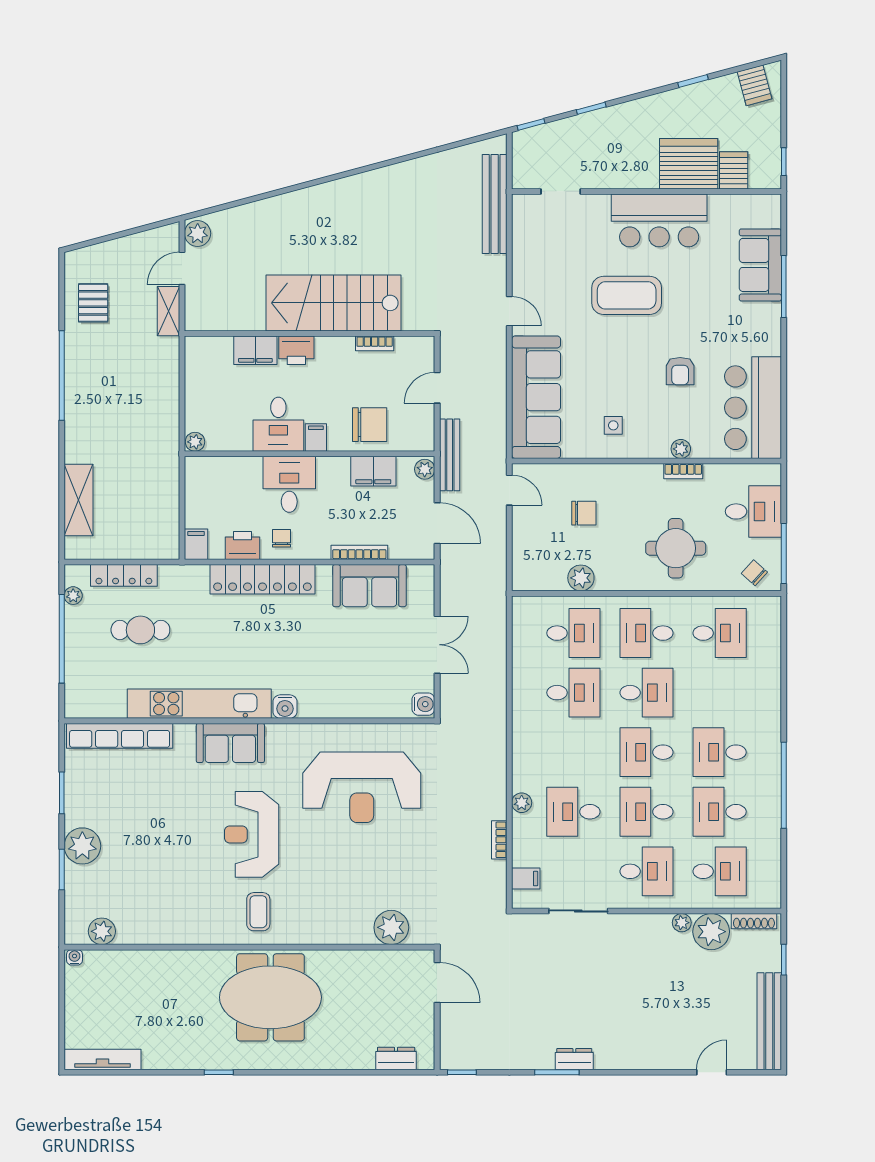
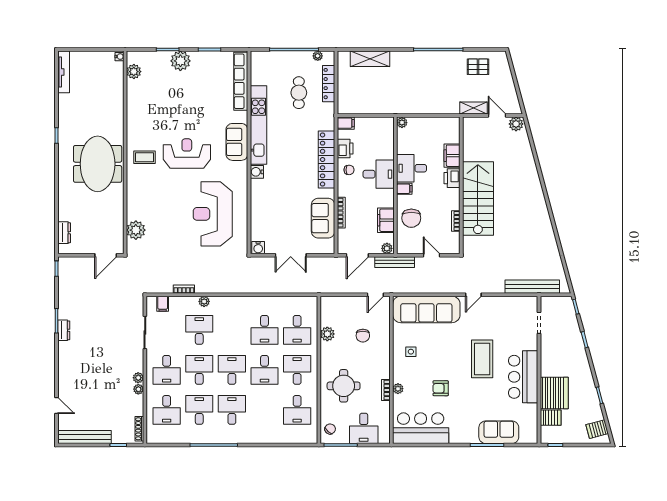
plant: (711, 932) -> (138, 378), moved, width x0.53, depth x0.53

